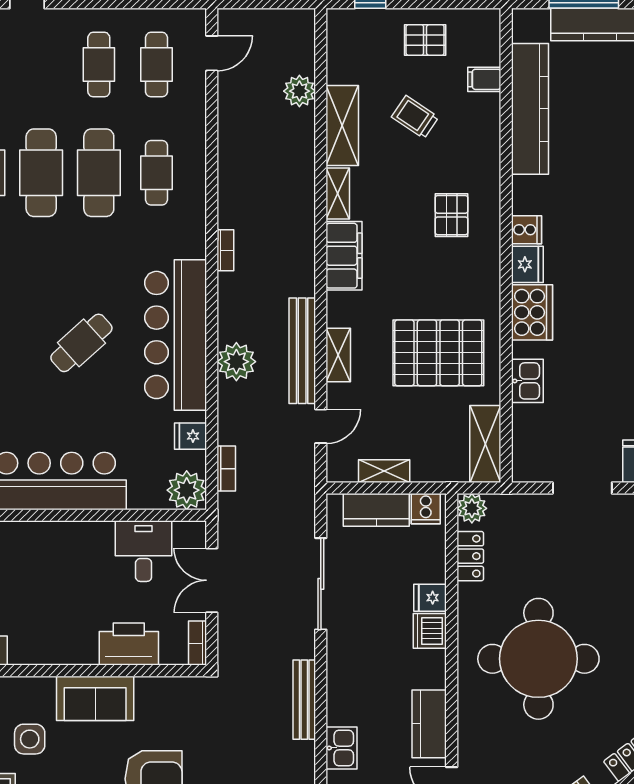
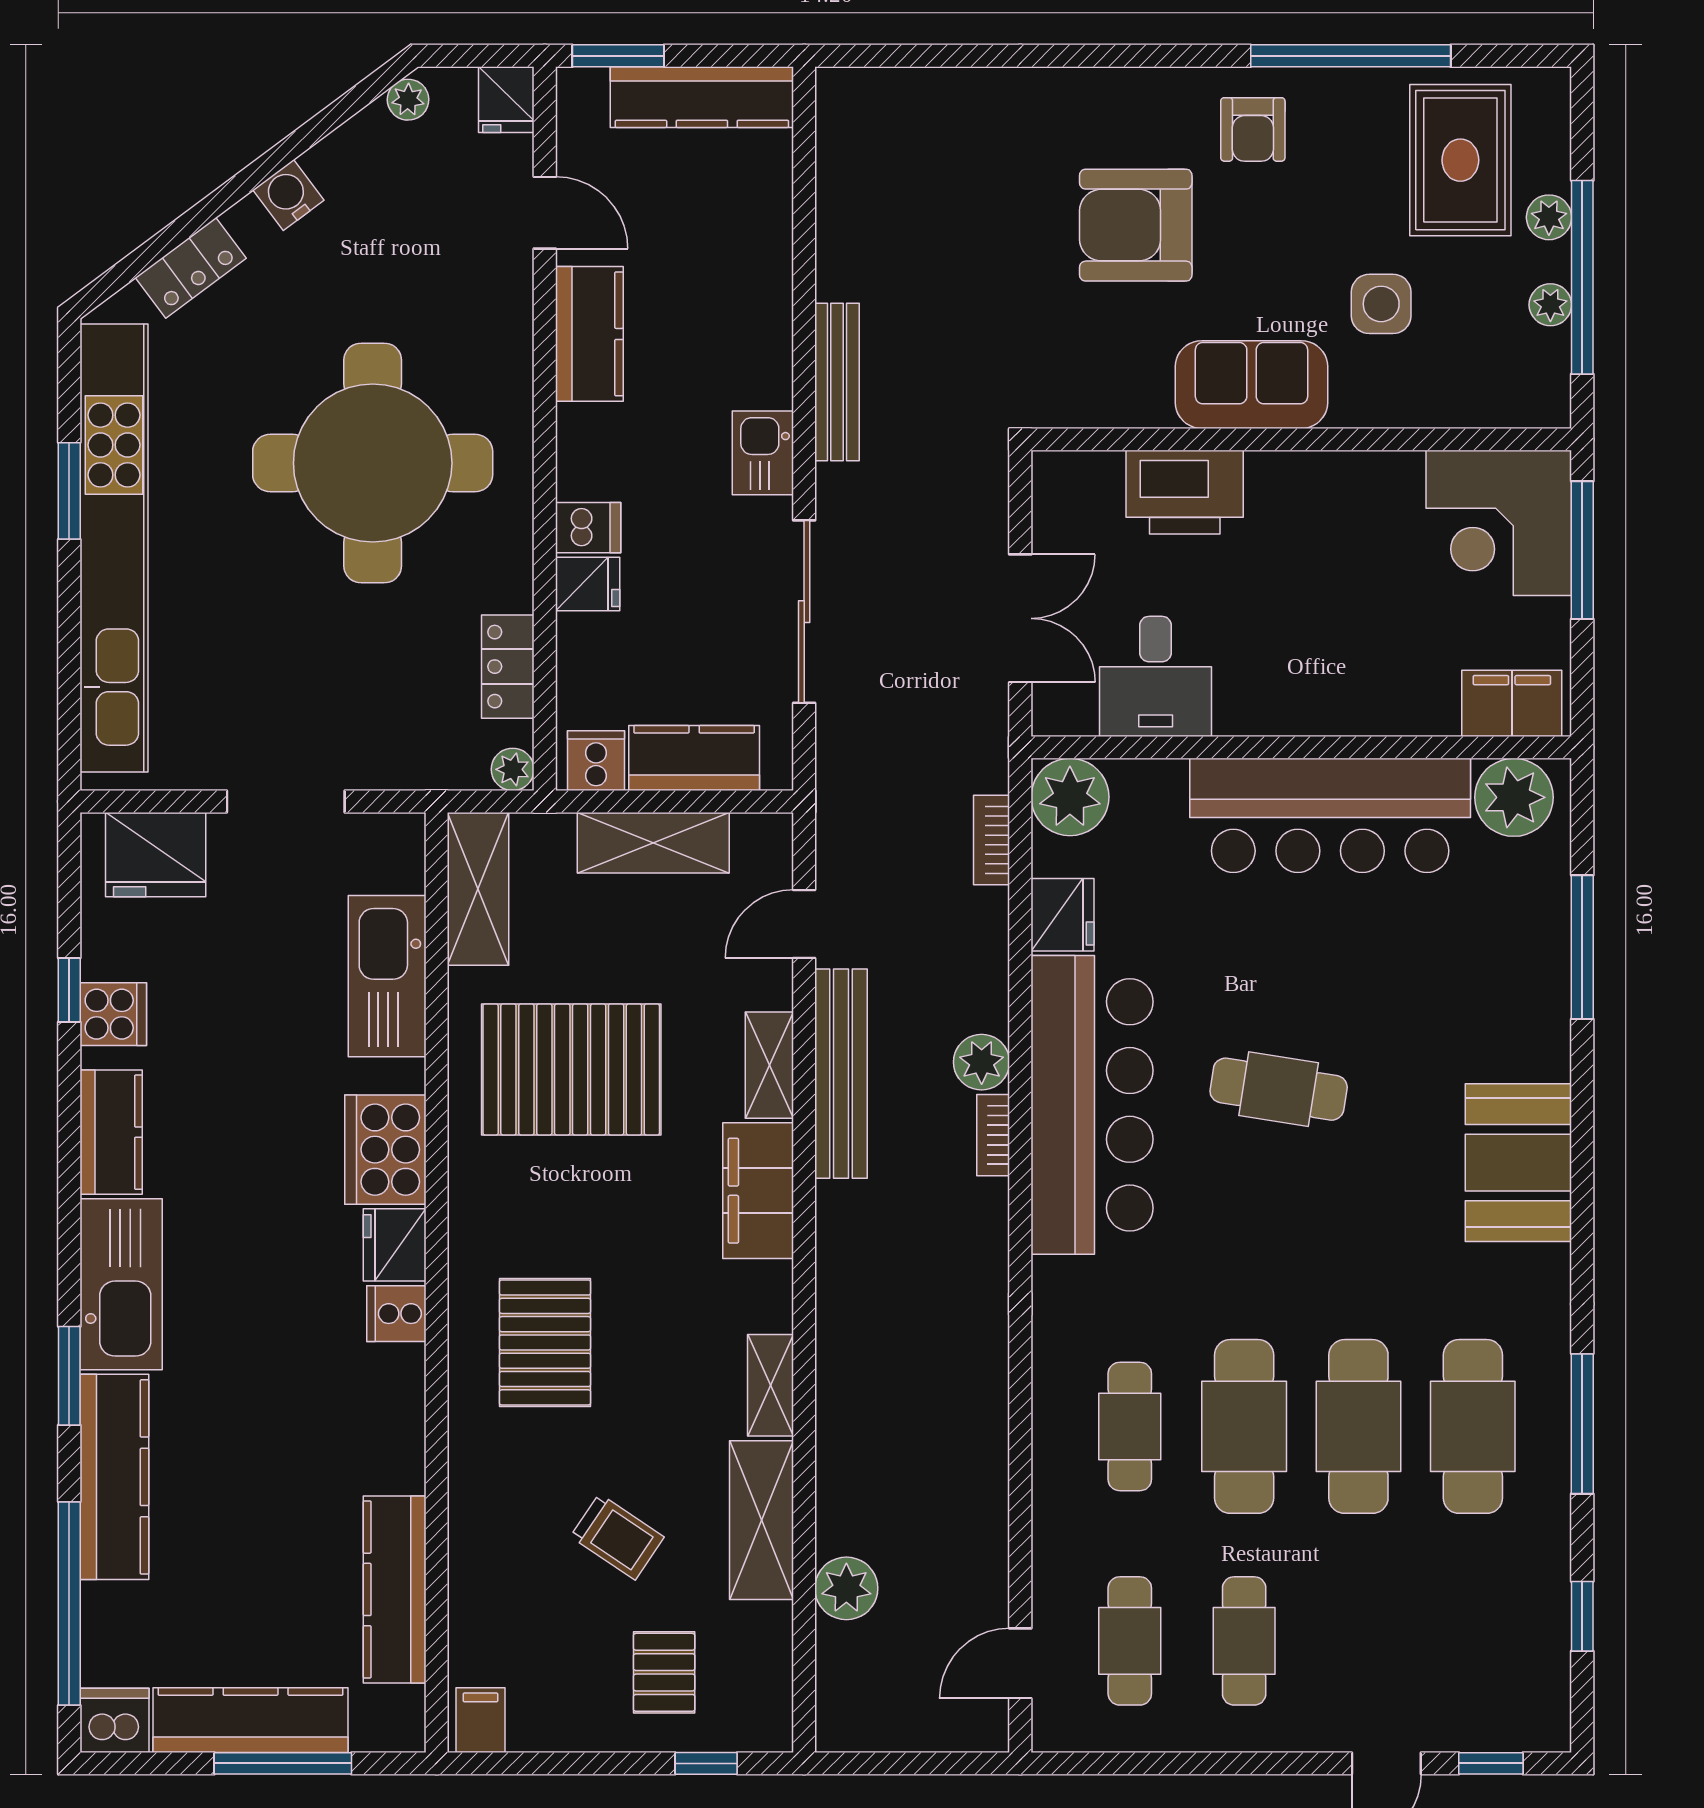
pallet: (425, 40) -> (664, 1672), moved, turned 90
filing cabinet: (484, 79) -> (480, 1720), moved, turned -90
kitchen counter: (530, 109) -> (395, 1589), width x0.72, depth x0.86
pallet: (452, 215) -> (545, 1342), width x1.50, depth x1.42
bookcase: (225, 250) -> (993, 1135), moved
filing cabinet: (344, 256) -> (758, 1191), moved
cafe table: (81, 343) -> (1279, 1089), turned 51
plant: (236, 362) -> (982, 1062), width x0.73, depth x0.73
kitchen sink: (527, 381) -> (387, 976), width x1.87, depth x1.24
fridge: (190, 436) -> (1062, 915), width x1.38
shelving: (384, 471) -> (653, 843), width x1.50, depth x1.33
plant: (472, 508) -> (513, 769), width x0.73, depth x0.73
dishwasher: (430, 631) -> (588, 528), width x0.73
bookcase: (197, 643) -> (1049, 494), removed
kitchen sink: (342, 748) -> (763, 453), moved

